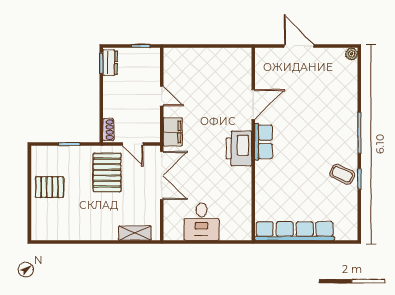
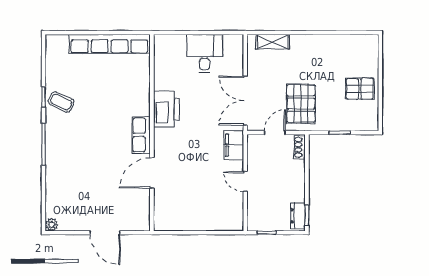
door: (133, 144) -> (275, 133), hinge flipped
printer: (239, 148) -> (166, 109), moved

